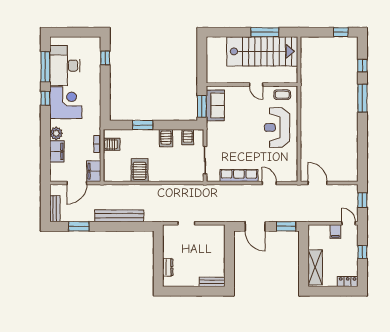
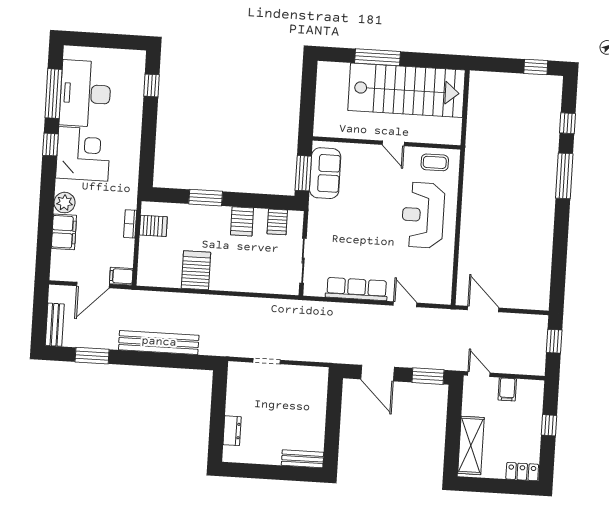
window: (265, 32) -> (377, 57), moved
filing cabinet: (94, 171) -> (121, 276), width x0.50
door: (349, 223) -> (479, 374), moved

